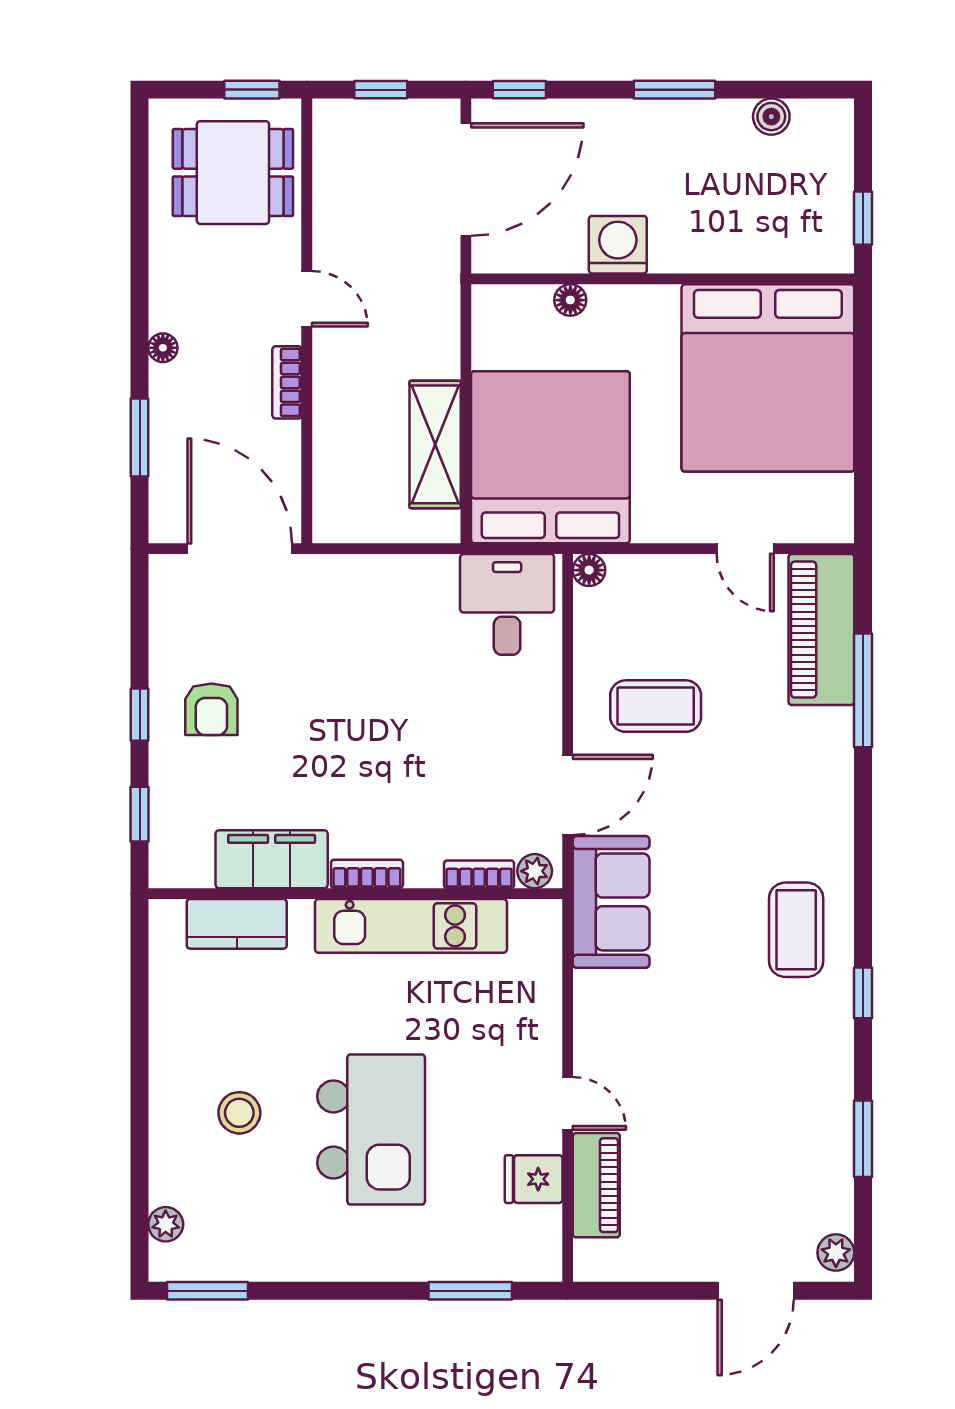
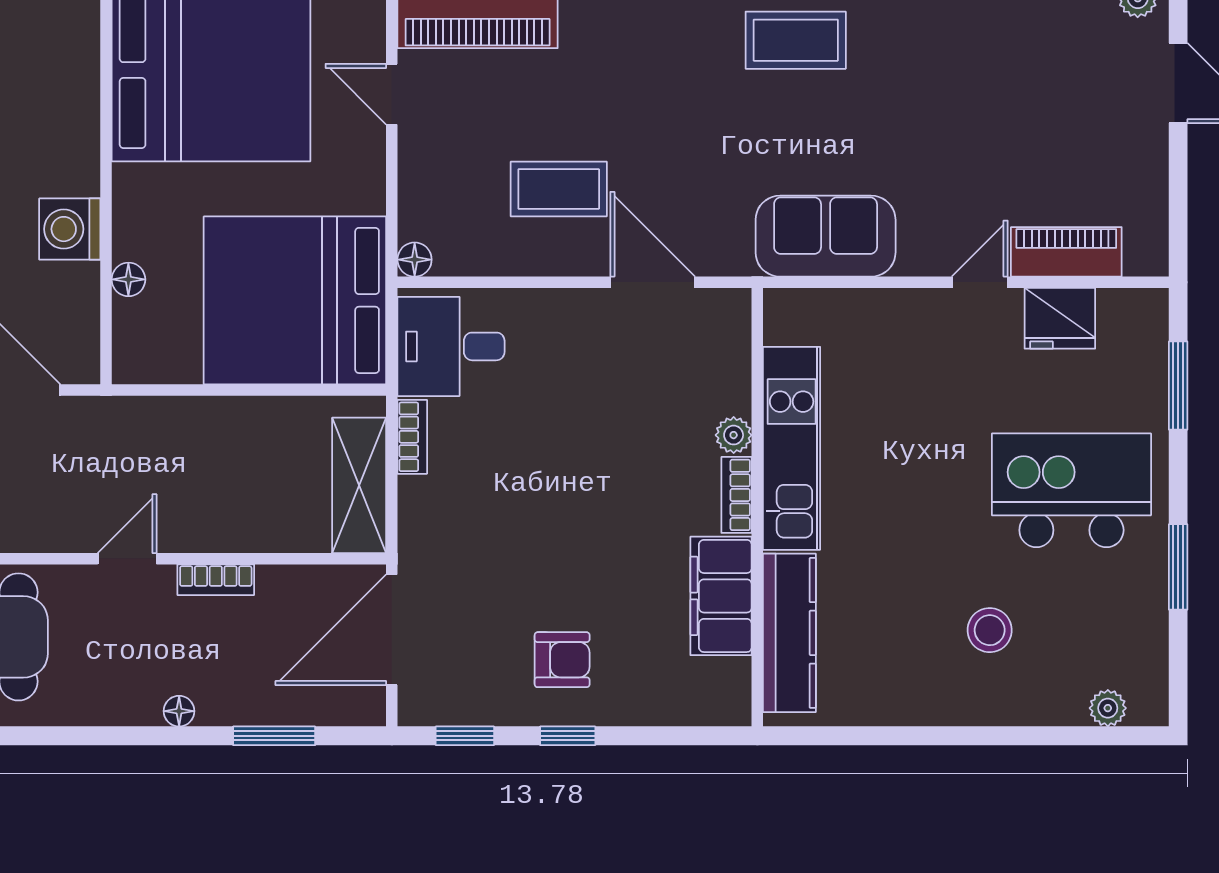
shelving: (435, 444) -> (359, 485), moved, turned 90
door: (745, 549) -> (392, 94), swing flipped
coffee table: (656, 706) -> (559, 189), turned 90
window: (140, 814) -> (465, 736), moved
plant: (535, 871) -> (734, 435), moved
bookcase: (479, 874) -> (412, 437), moved, turned 180
sofa: (611, 902) -> (826, 236), moved
kitchen counter: (237, 924) -> (789, 633), width x1.50
kitchen island: (371, 1130) -> (1071, 490), moved
fridge: (534, 1179) -> (1060, 318), width x1.38
window: (208, 1291) -> (1178, 567), moved

